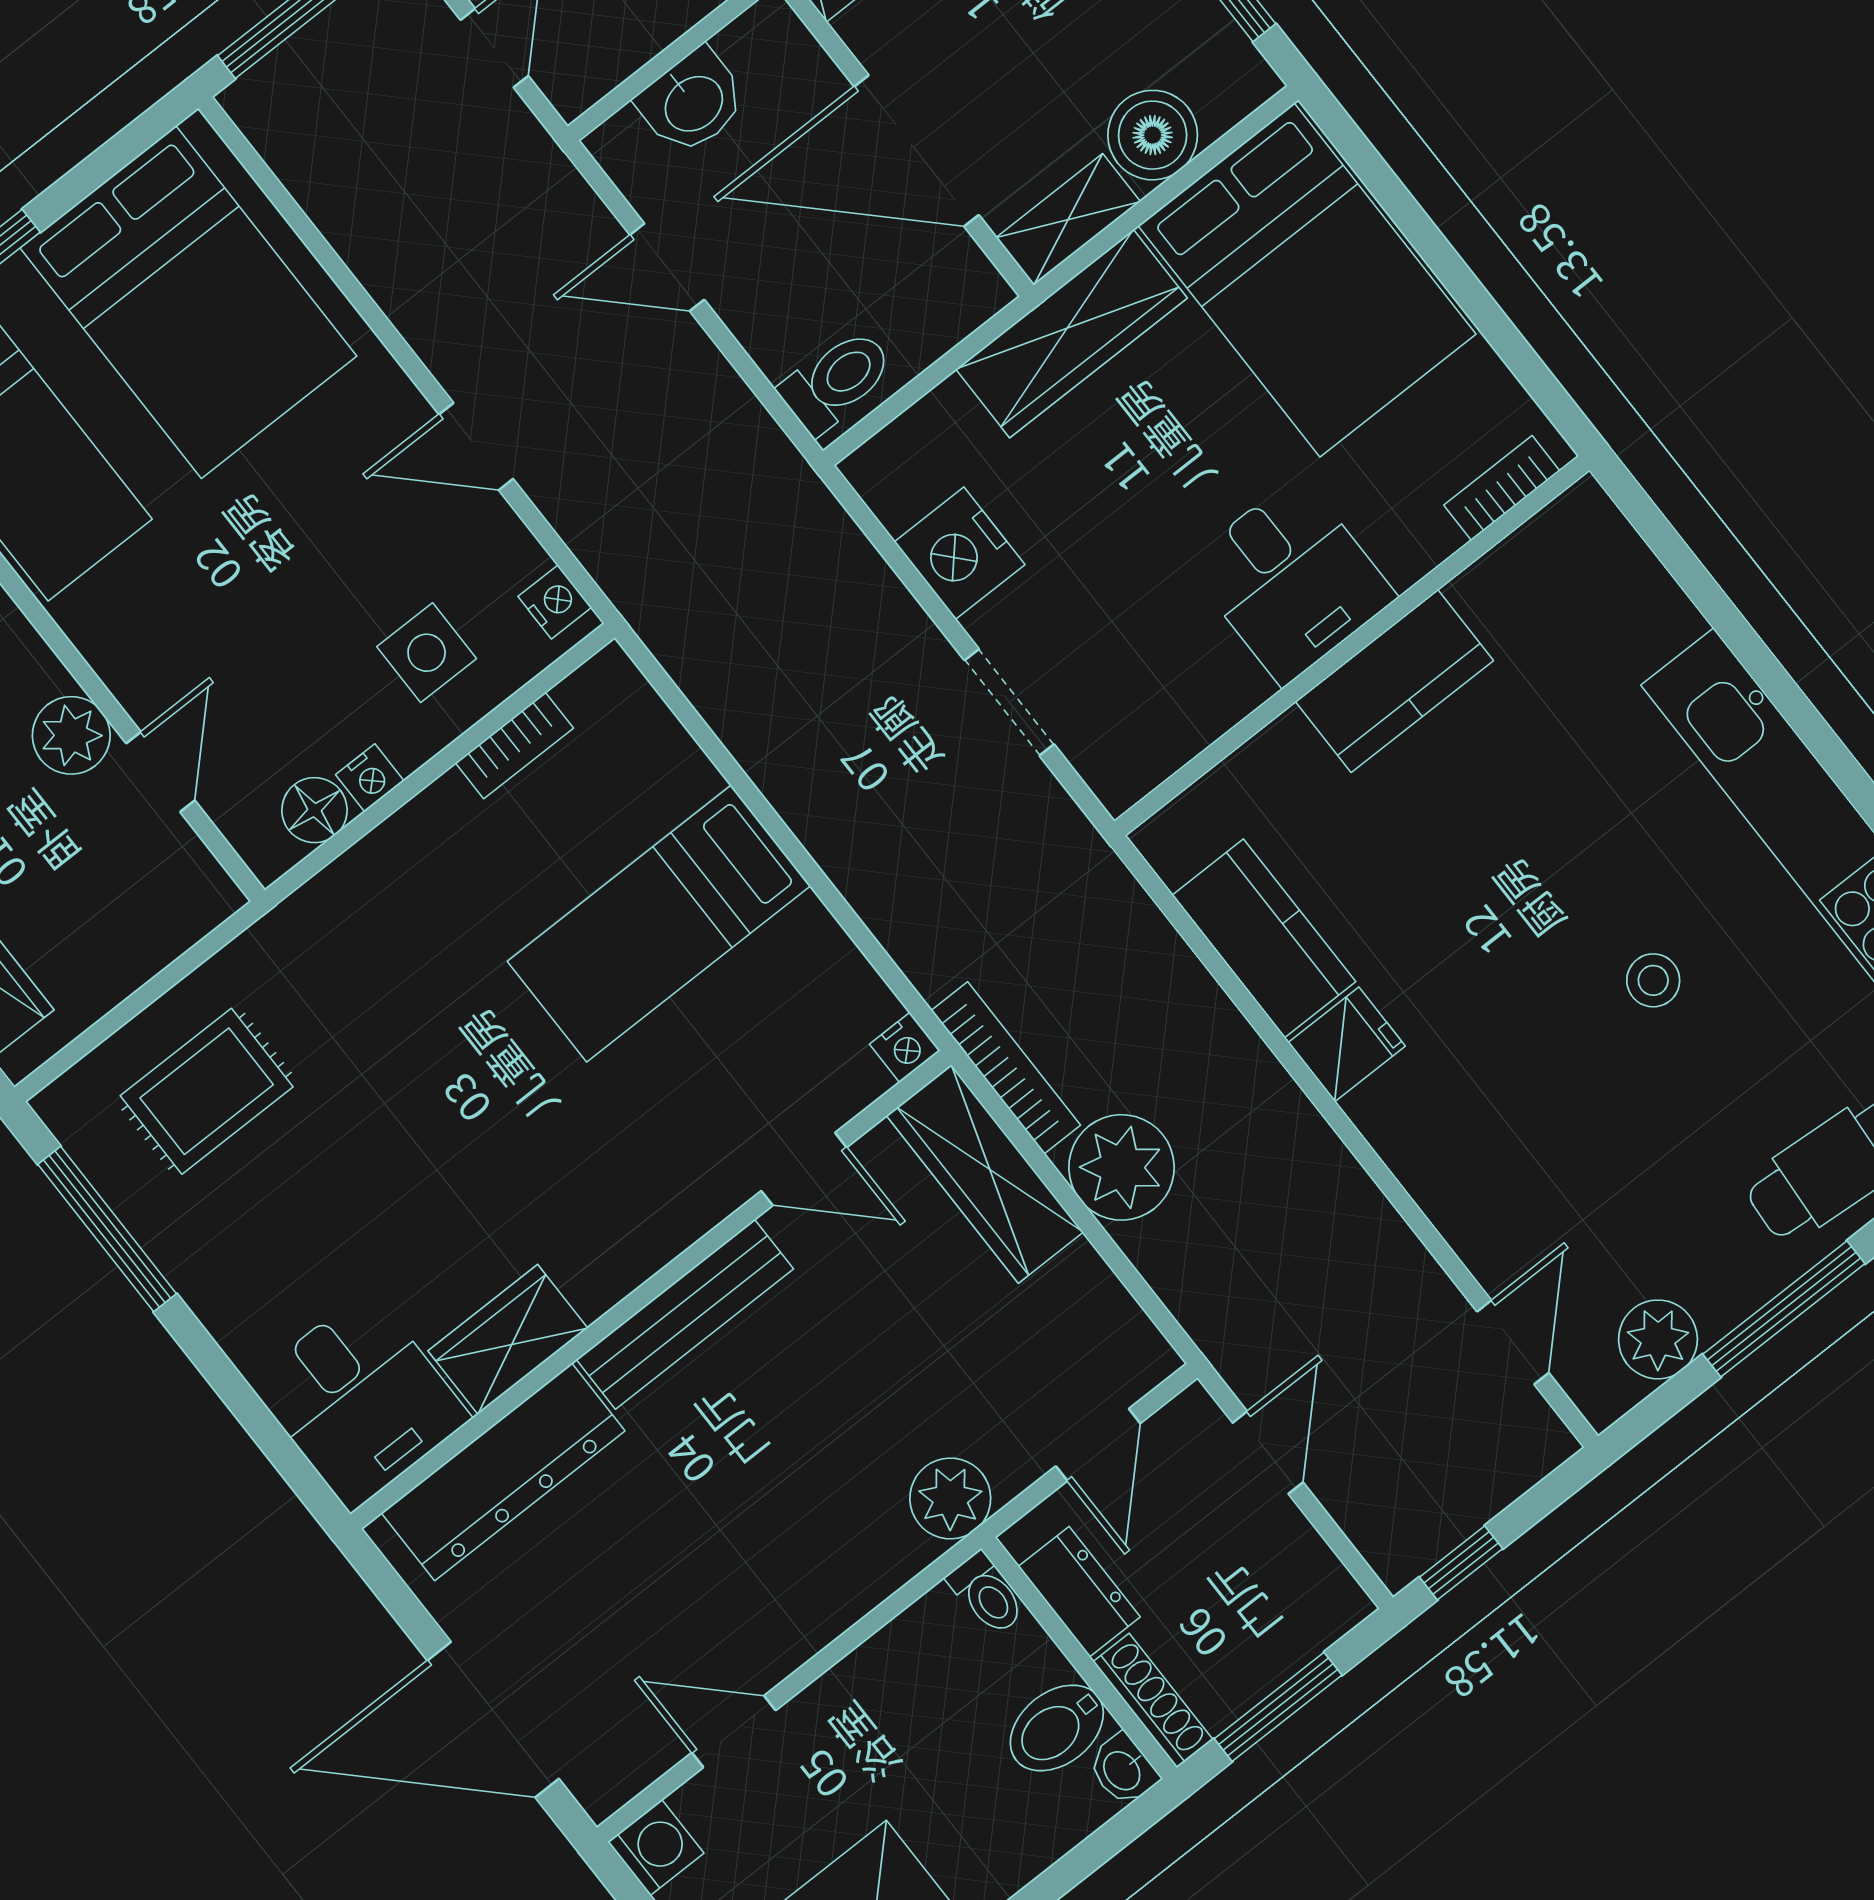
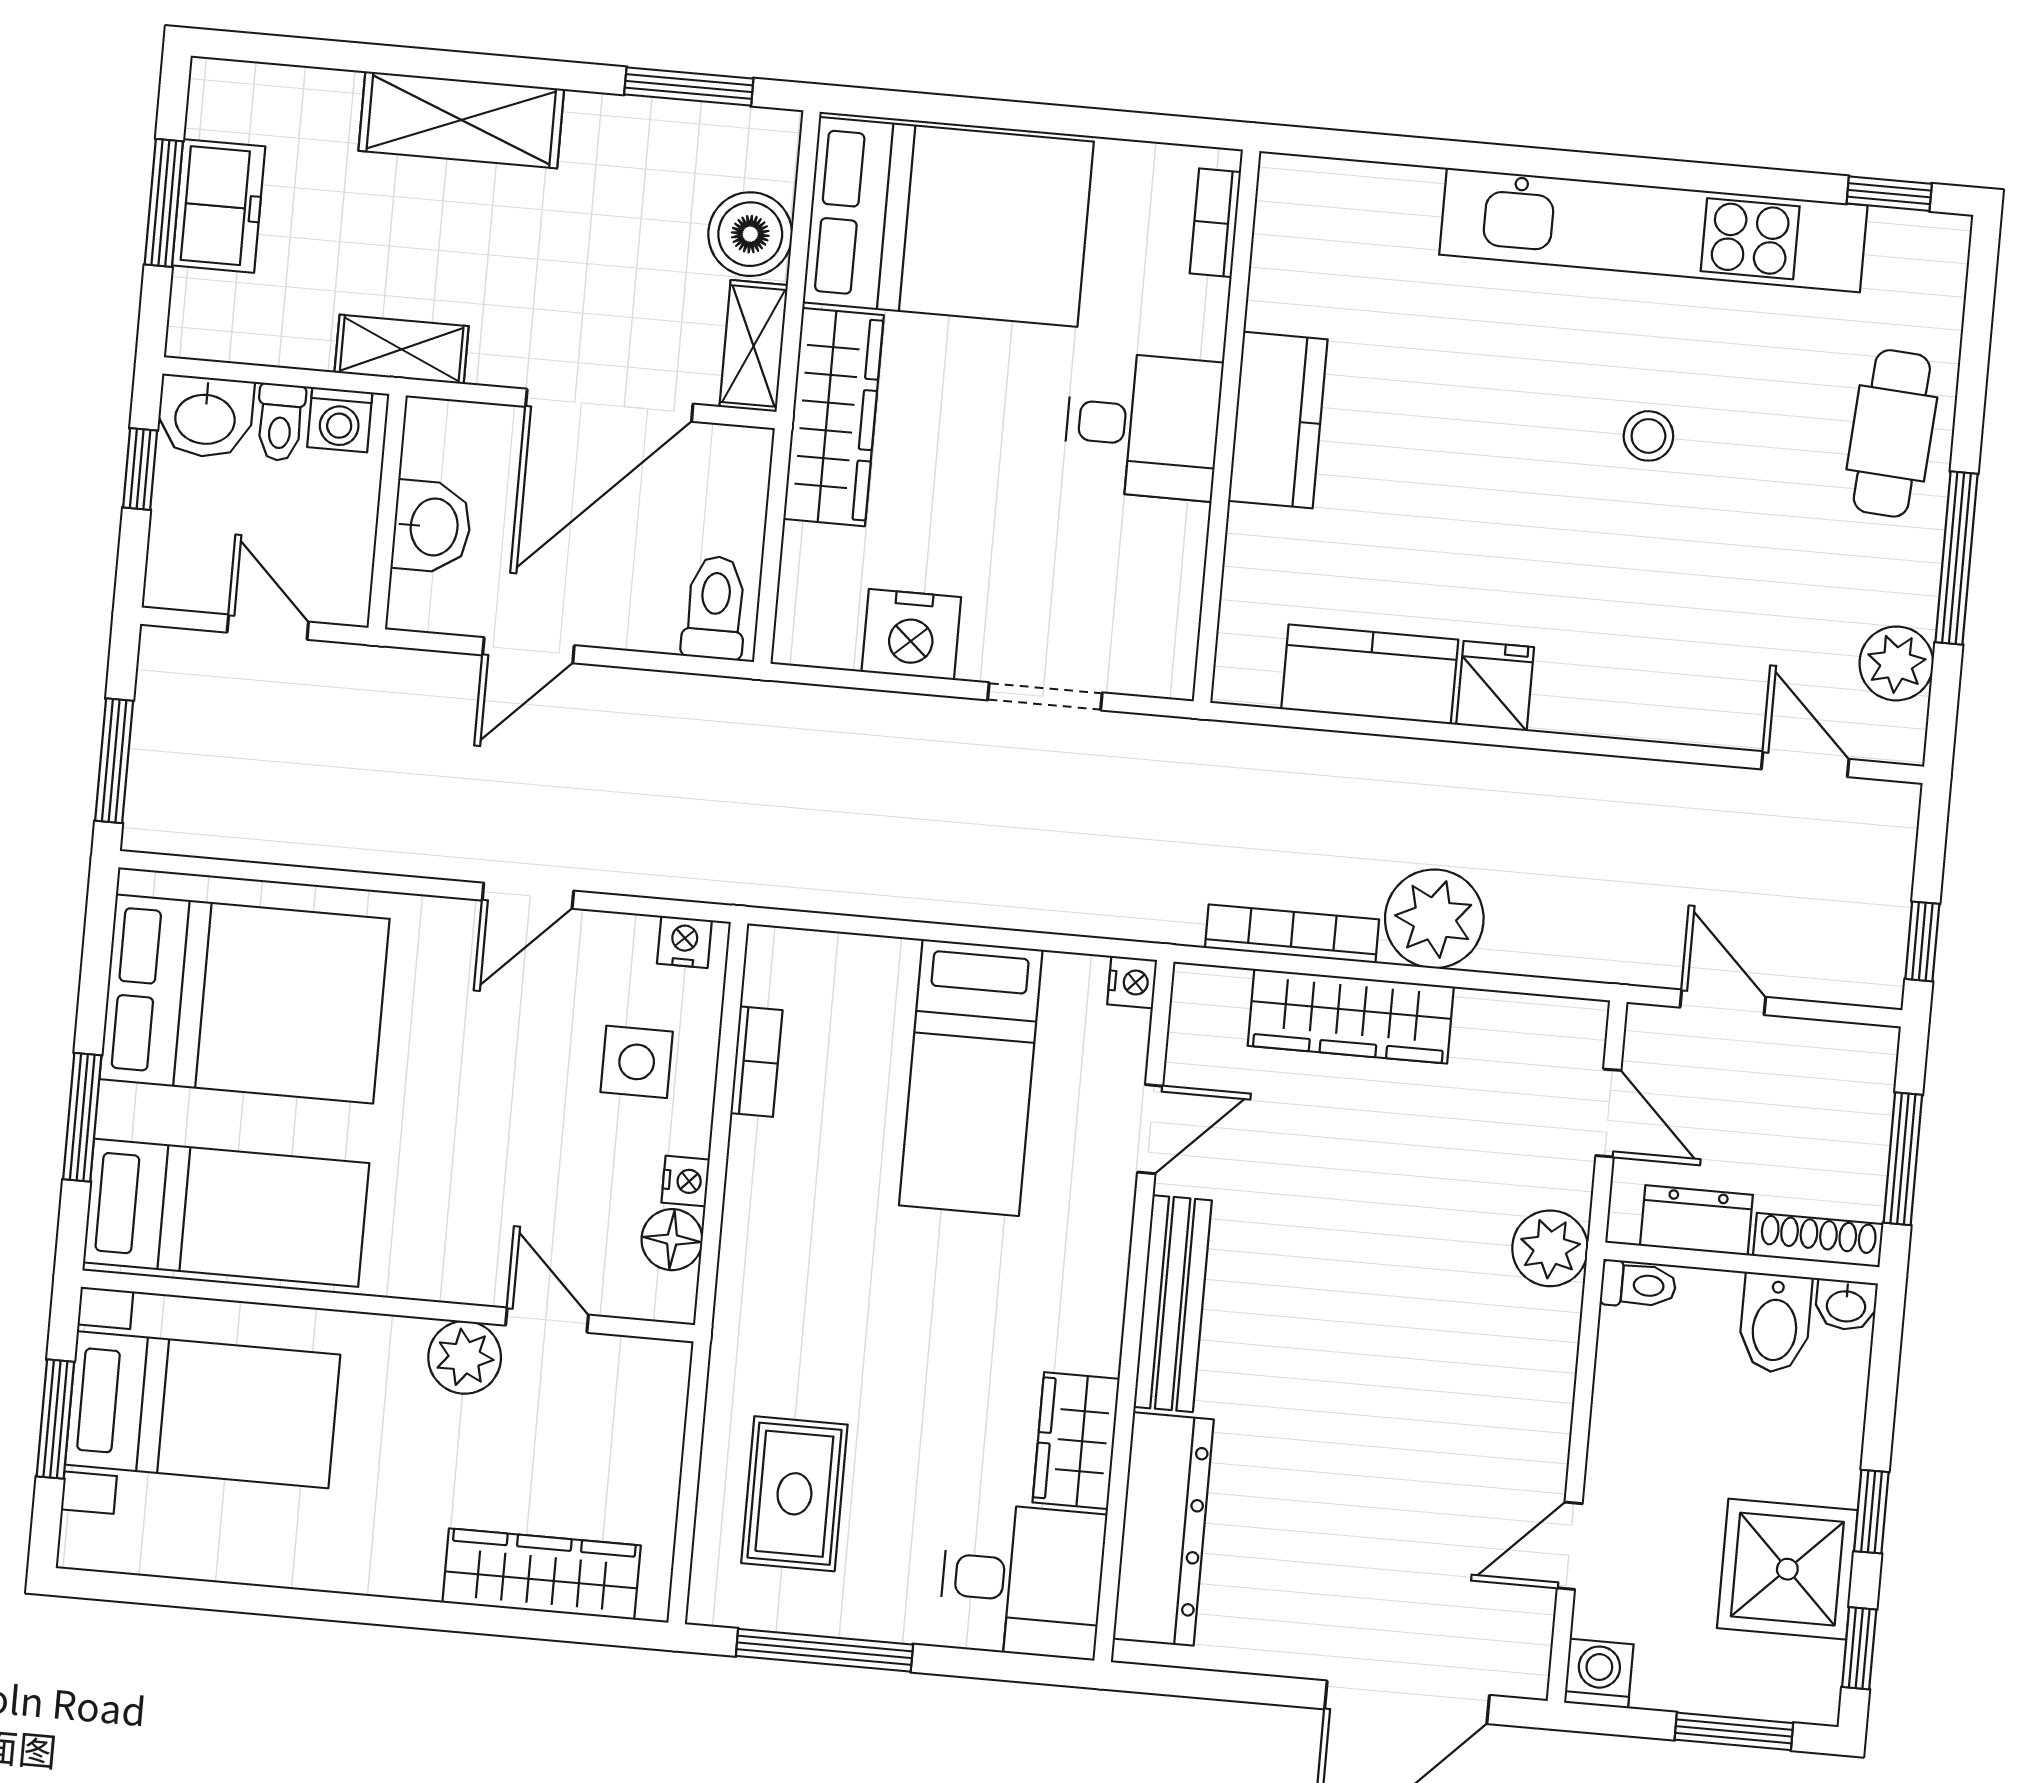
nightstand: (905, 1047) -> (1132, 982), moved
door: (804, 1169) -> (1150, 1129), moved
wall: (651, 1290) -> (1134, 1311), moved
bench: (685, 1314) -> (1173, 1304), moved
wardrobe: (508, 1339) -> (1076, 1441), moved
desk: (360, 1400) -> (1022, 1581), moved
dresser: (503, 1472) -> (1163, 1529), moved

